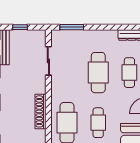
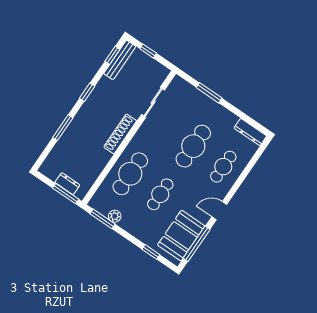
window: (72, 27) -> (209, 93), moved
shoe rack: (41, 111) -> (120, 134), moved

